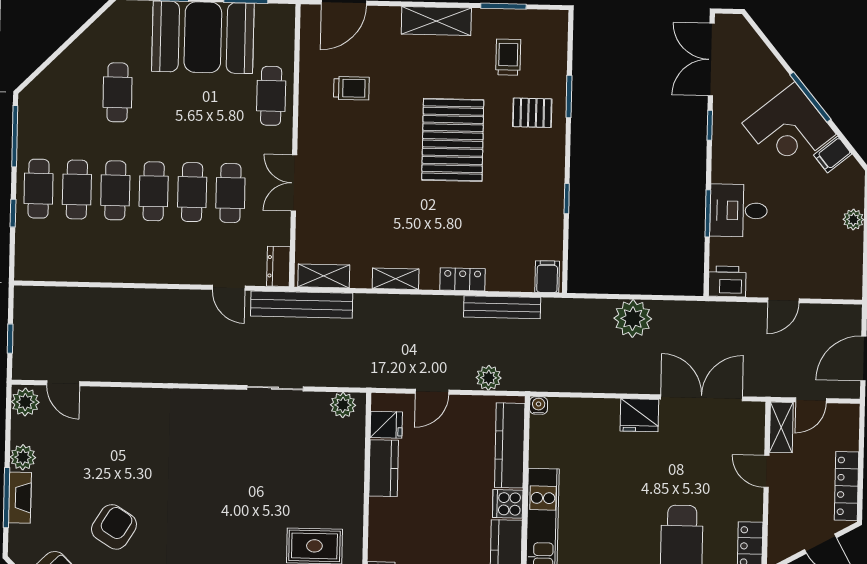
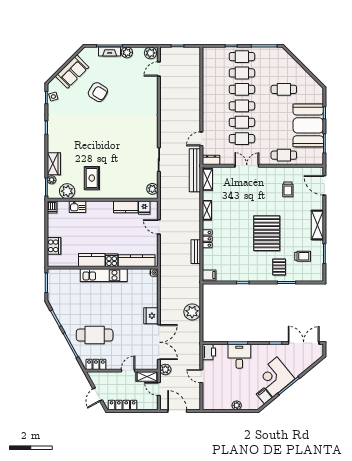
pallet: (453, 140) -> (267, 233), turned 90
bench: (502, 307) -> (196, 252), width x0.73
plant: (489, 378) -> (165, 369), moved

